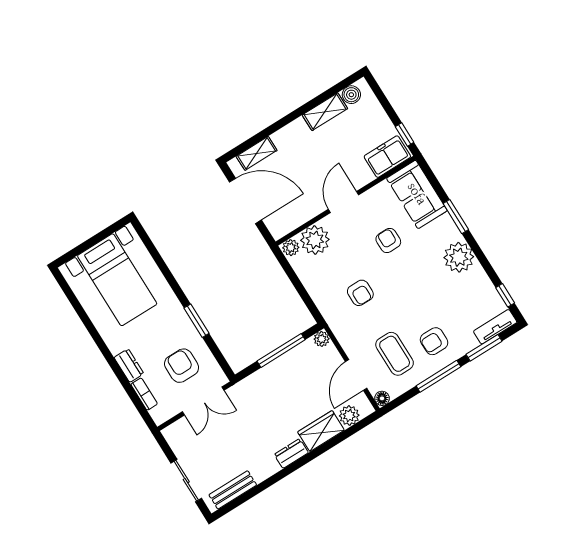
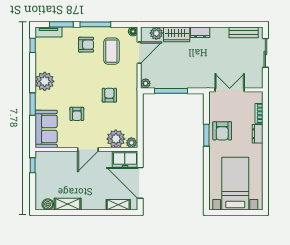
freezer: (387, 157) -> (125, 159), moved
armchair: (182, 366) -> (222, 131), moved

